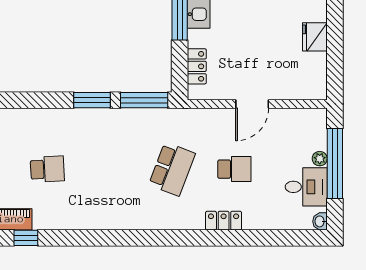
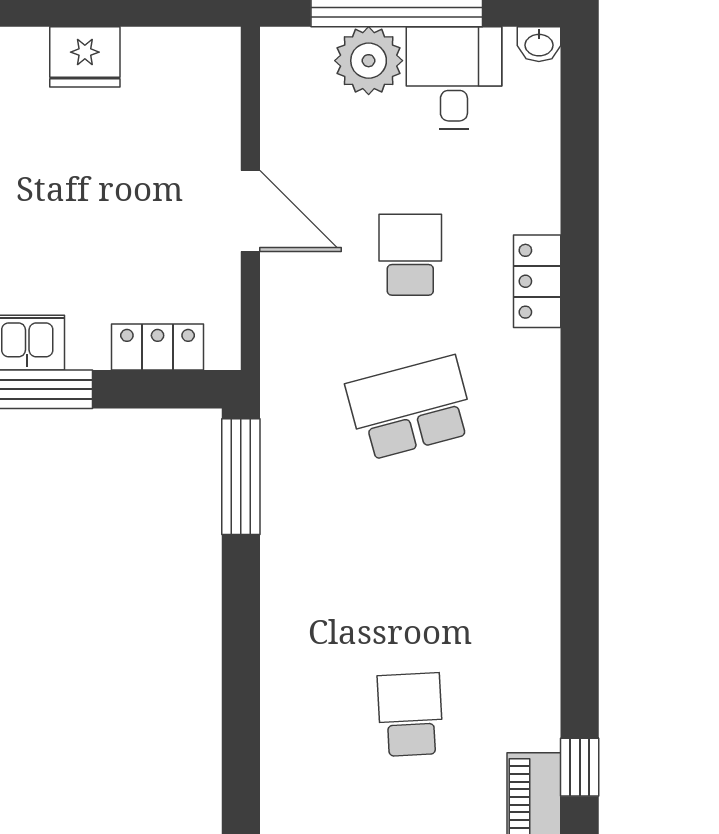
window: (92, 100) -> (241, 605), removed
plant: (320, 159) -> (369, 61), width x1.88, depth x1.88
school desk: (172, 169) -> (410, 408), turned -36

